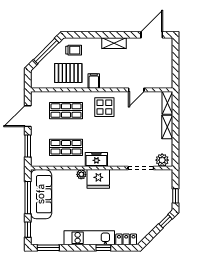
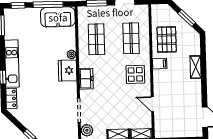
shelving: (114, 43) -> (196, 67), moved
trolley: (74, 50) -> (188, 44), removed
window: (46, 51) -> (187, 18), width x0.69
freezer: (96, 159) -> (86, 79), moved
sofa: (41, 194) -> (58, 17), width x0.73

